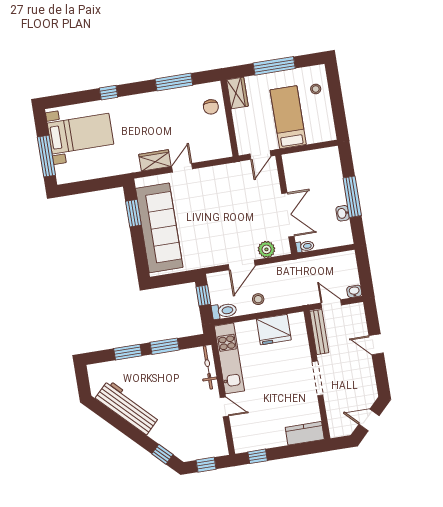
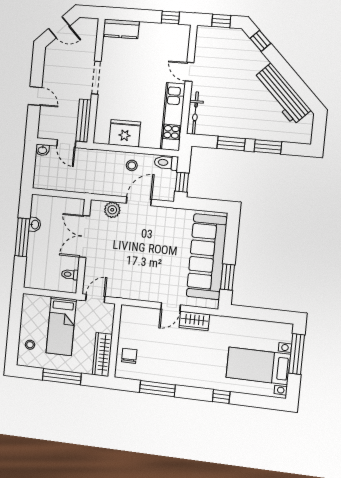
wardrobe: (237, 93) -> (102, 354), width x1.50
toilet: (305, 246) -> (70, 274), moved

